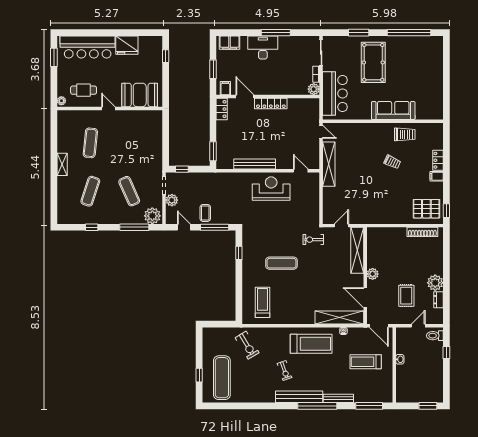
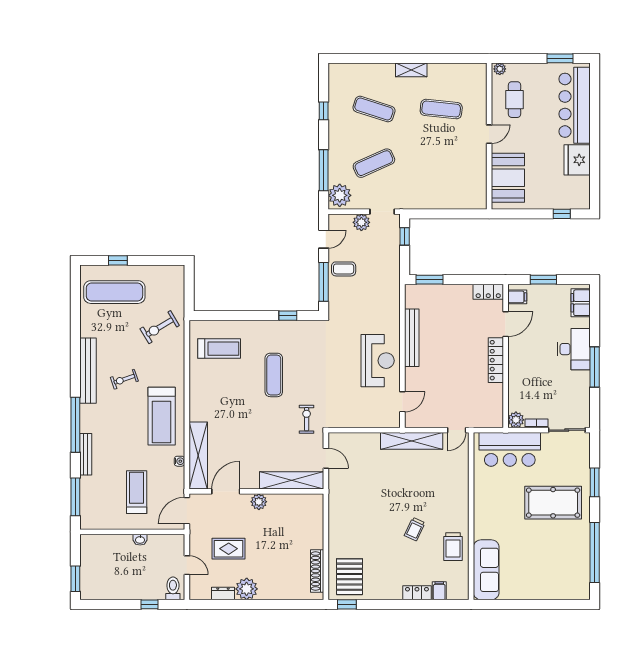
sofa: (393, 110) -> (486, 570), moved
filing cabinet: (437, 176) -> (439, 591), moved
bench: (299, 397) -> (88, 371), moved

